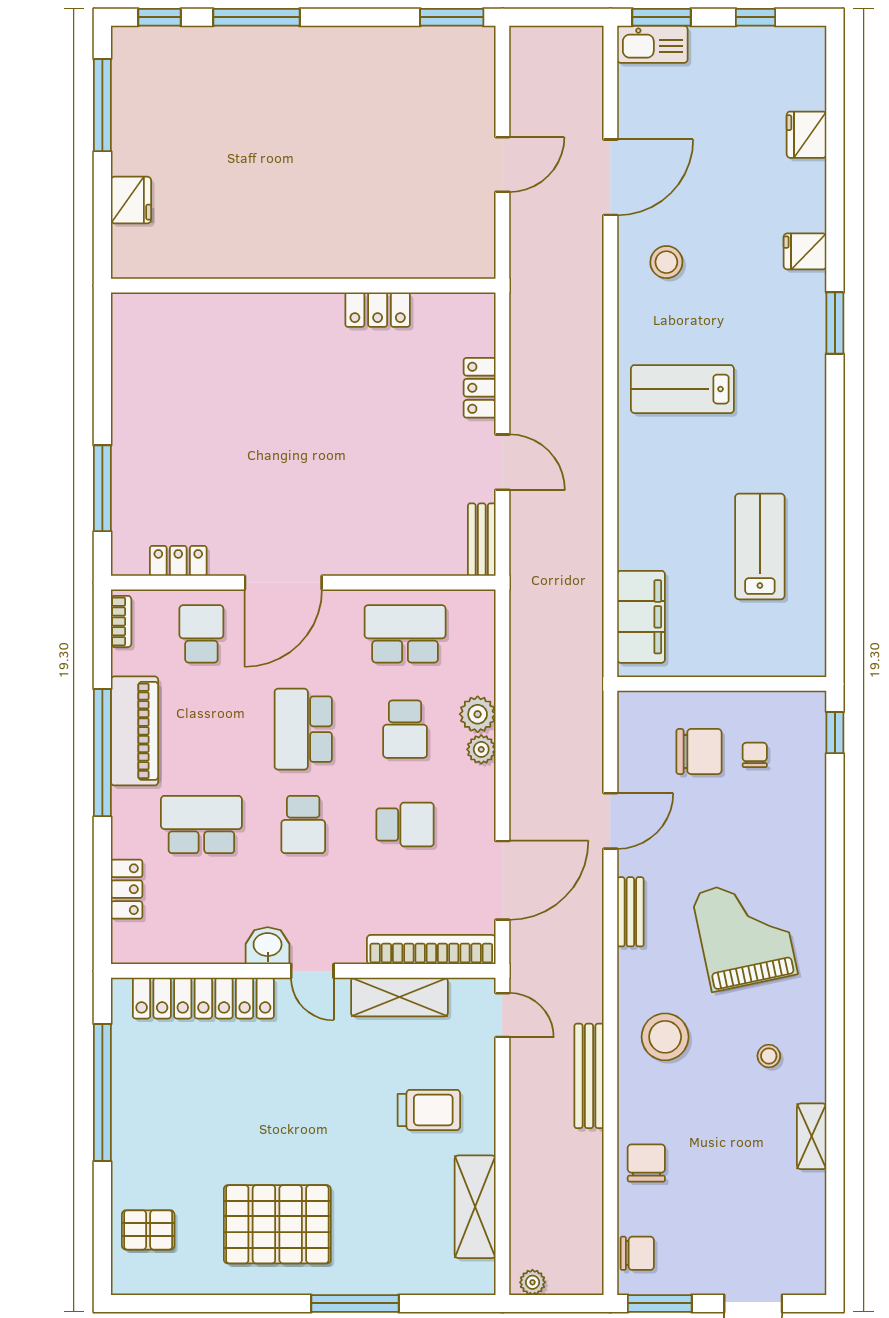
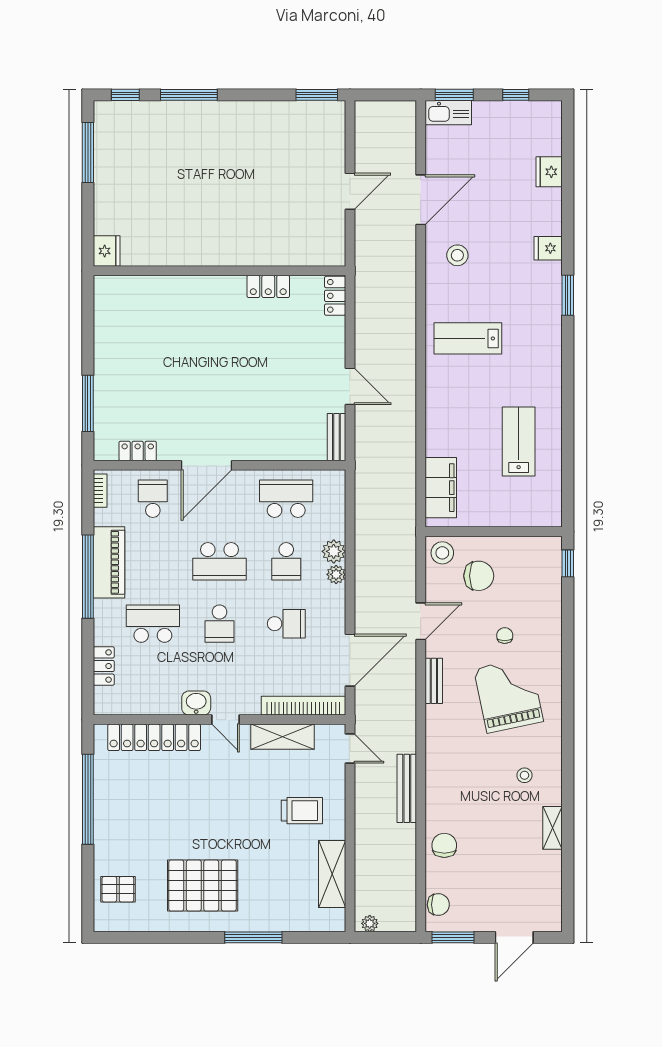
fridge: (131, 200) -> (107, 251), moved
locker: (480, 388) -> (335, 296), moved
school desk: (303, 729) -> (220, 561), turned -90
chair: (755, 755) -> (505, 636), moved
stool: (665, 1037) -> (442, 553), moved, width x0.73, depth x0.73

